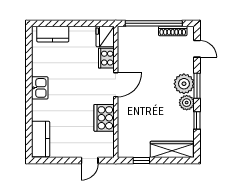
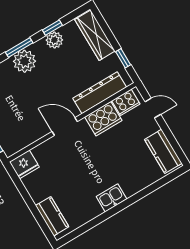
cooker: (106, 58) -> (126, 102), moved
plant: (187, 103) -> (54, 40), moved
dresser: (126, 127) -> (100, 93), added
kitchen counter: (41, 139) -> (163, 151), moved, turned -90

